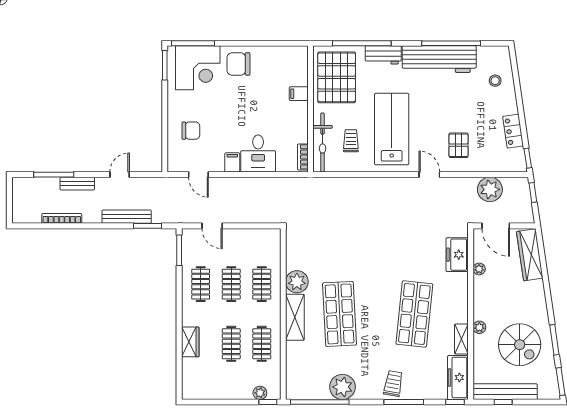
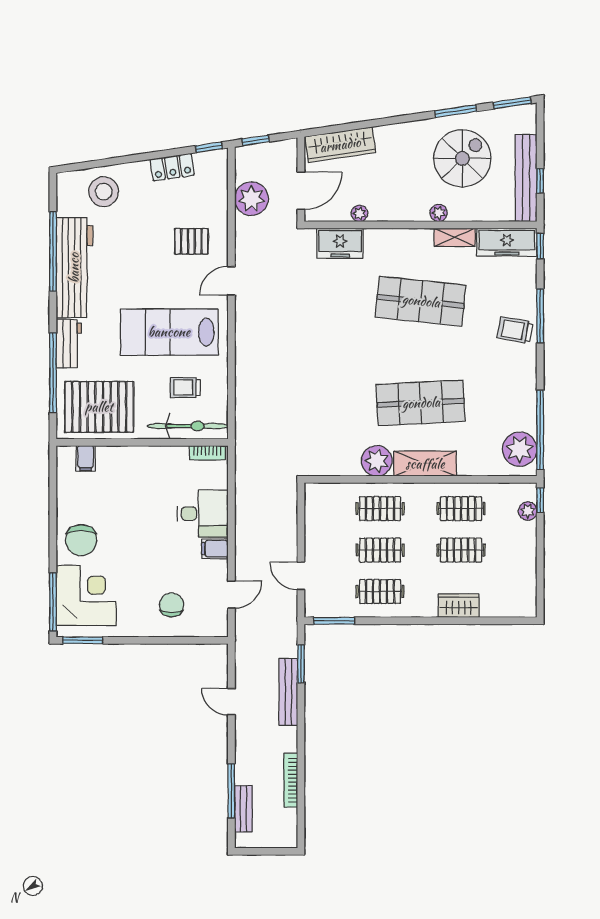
stool: (495, 81) -> (104, 192), width x1.89, depth x1.89
filing cabinet: (299, 94) -> (86, 458), moved
bench: (77, 184) -> (243, 809), moved
door: (212, 226) -> (301, 576), swing flipped
plant: (342, 387) -> (520, 449), moved

